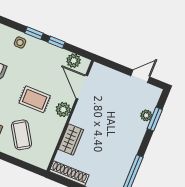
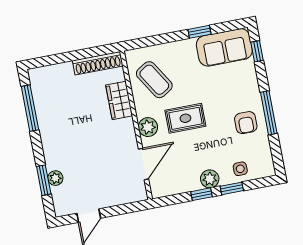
plant: (74, 61) -> (210, 179), moved
door: (82, 87) -> (143, 164), hinge flipped
coffee table: (22, 135) -> (154, 80), moved

